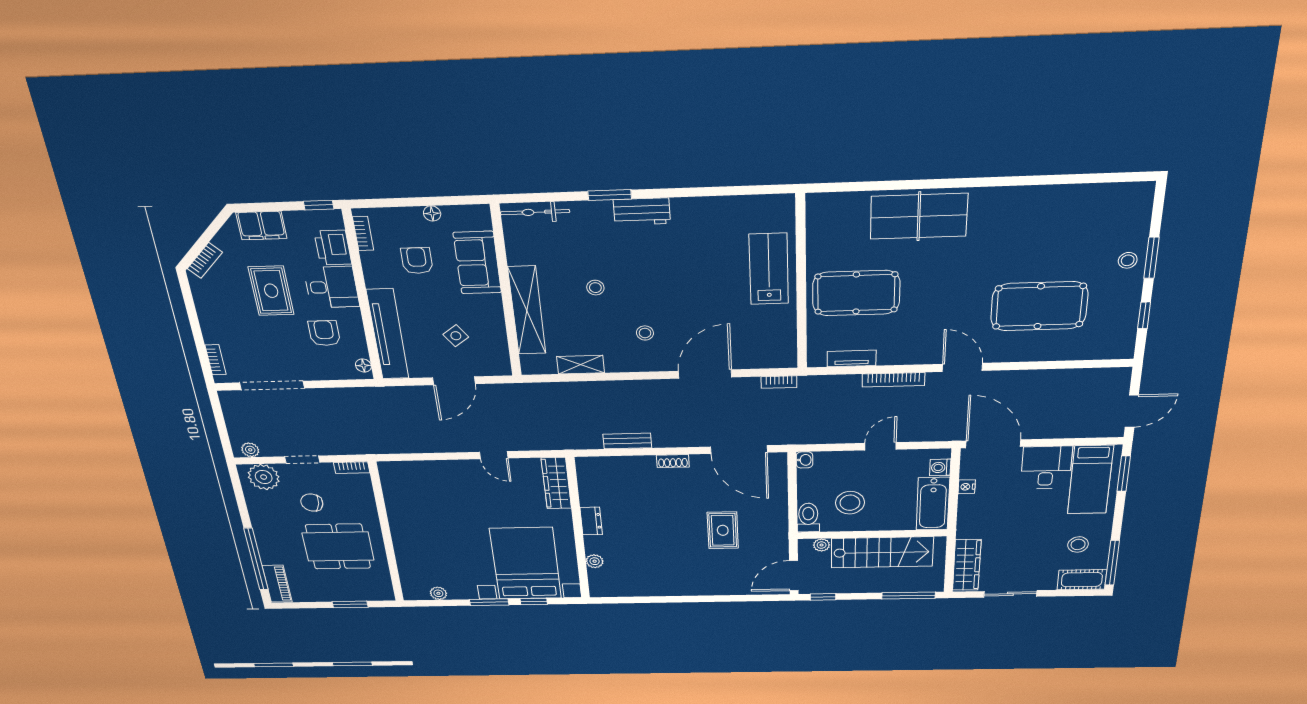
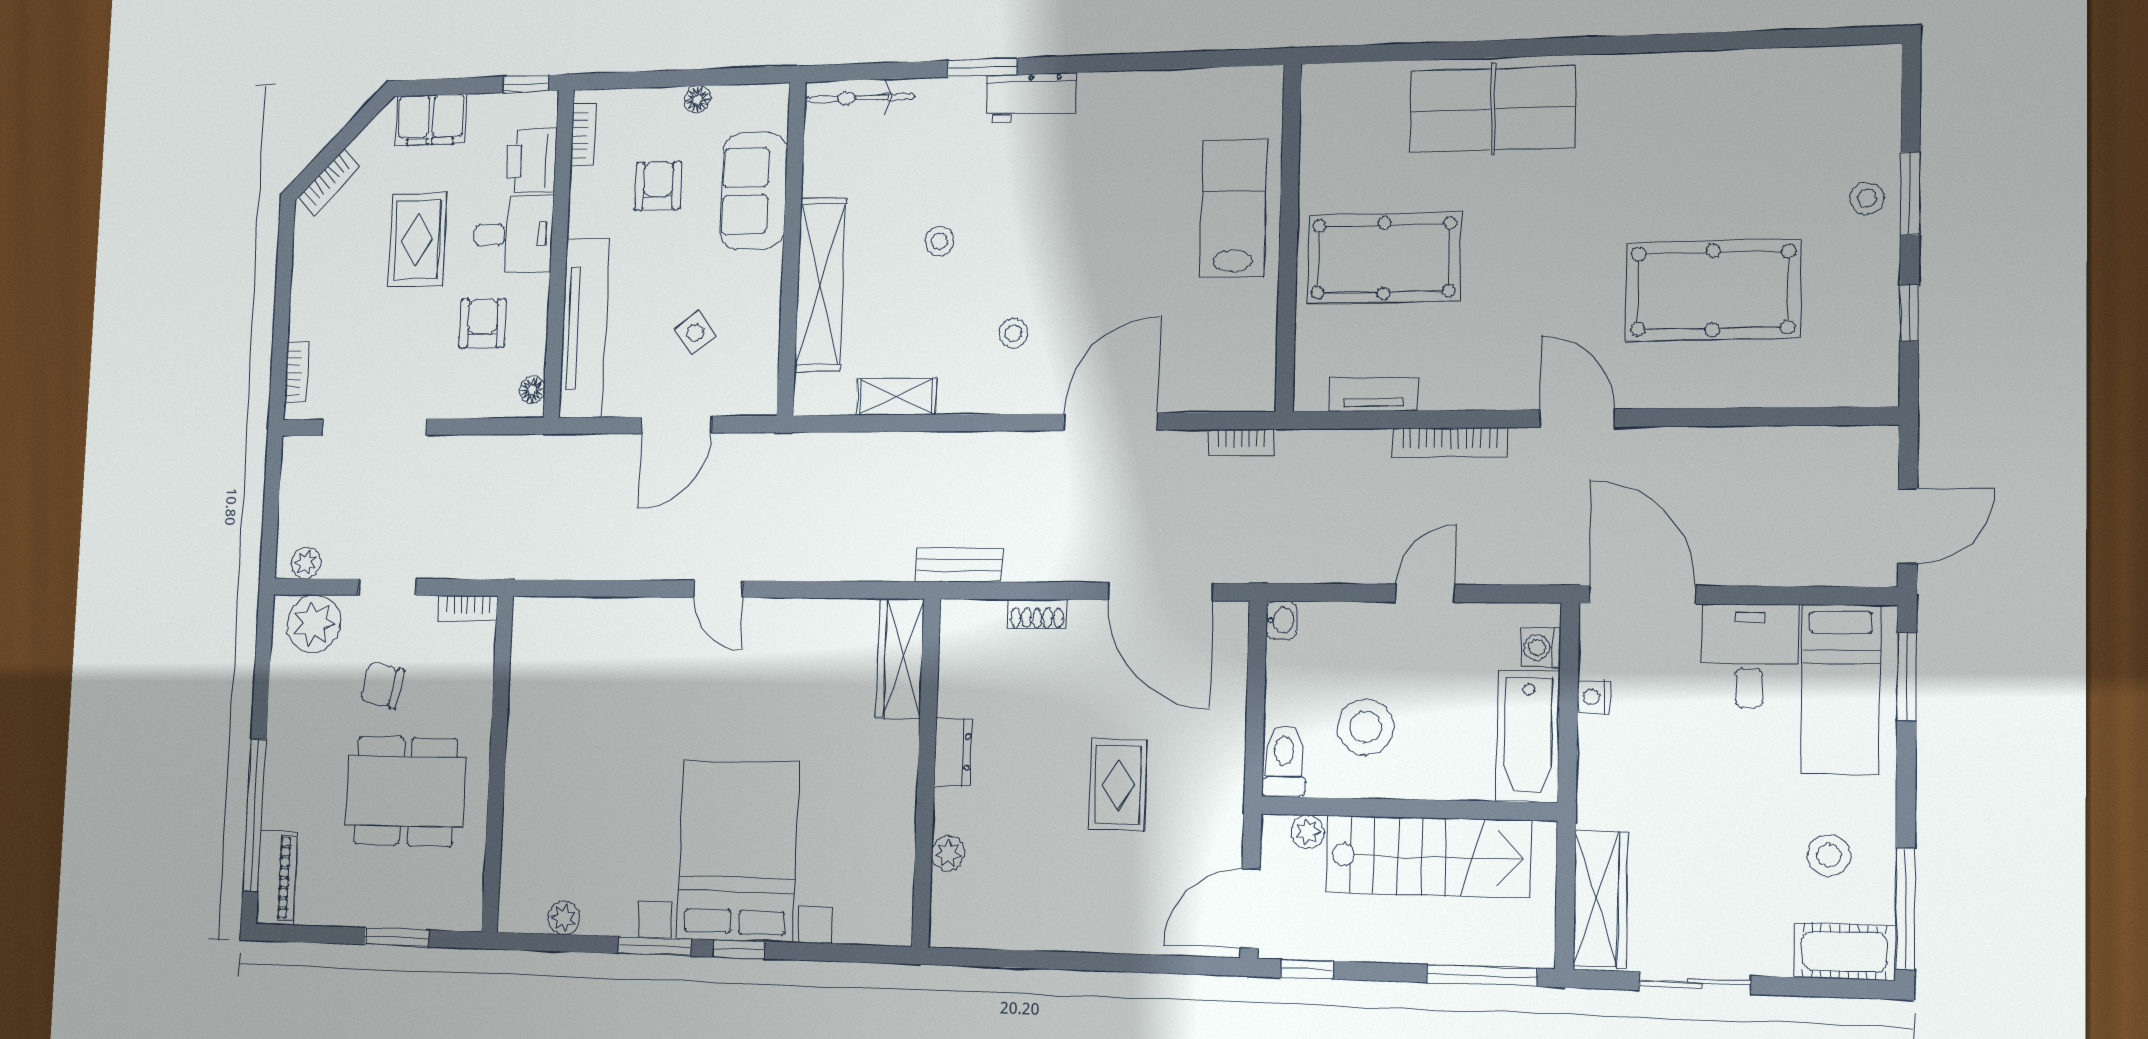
wardrobe: (556, 483) -> (900, 658), moved
dresser: (591, 521) -> (953, 752), moved
wall: (578, 529) -> (926, 772), moved
plant: (595, 561) -> (948, 853), moved

